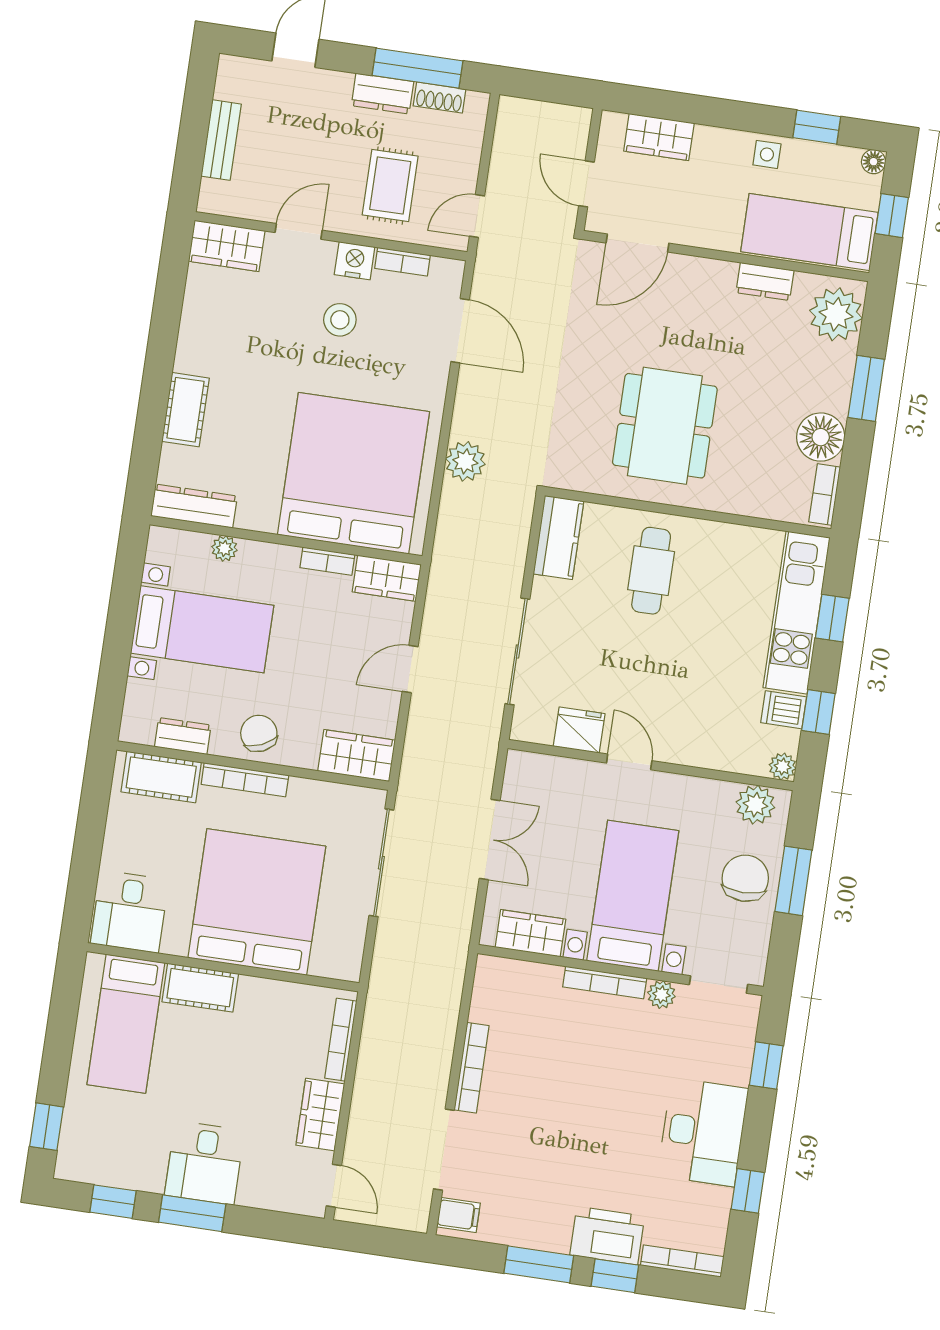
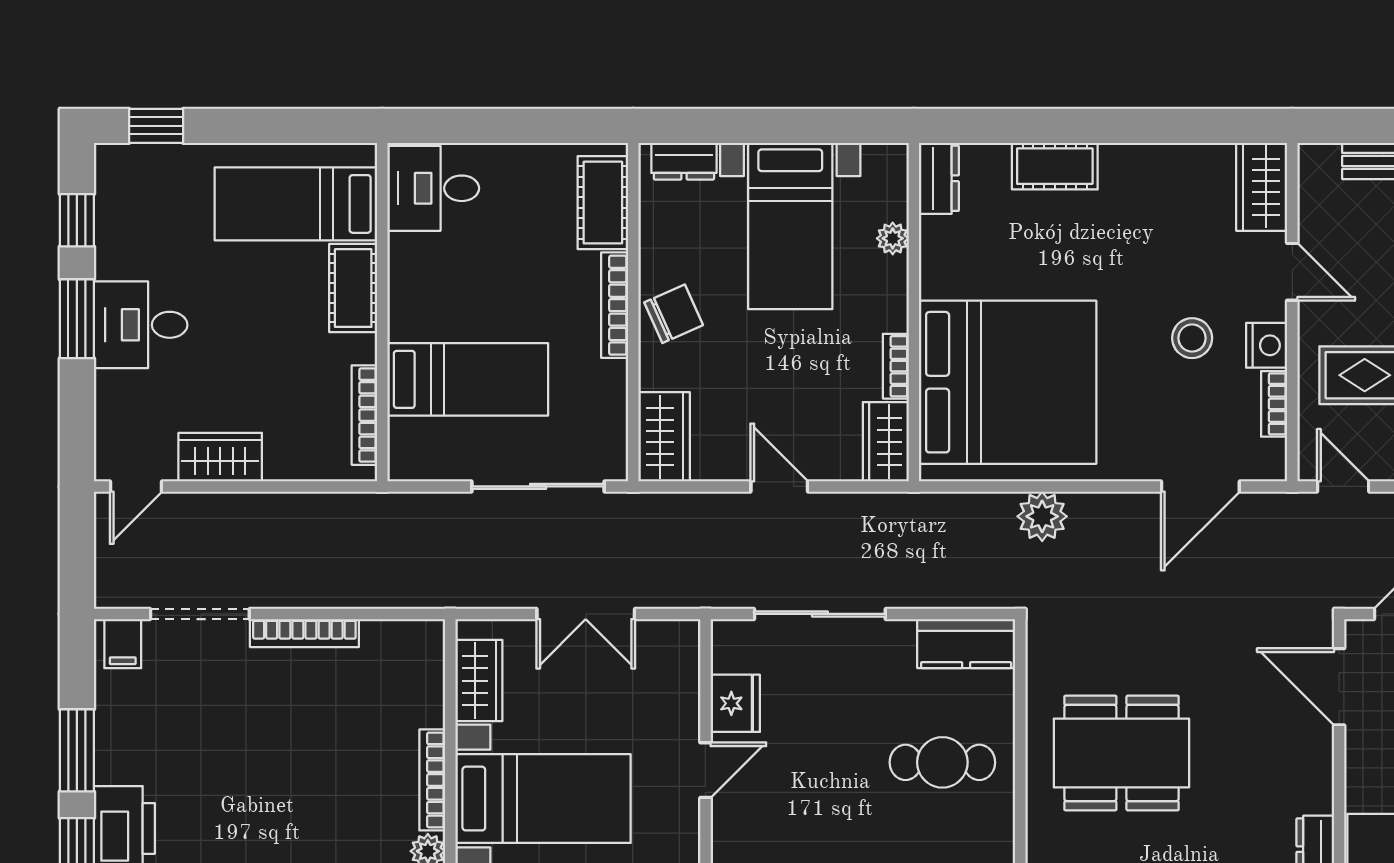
dresser: (194, 506) -> (939, 178), width x0.70
dresser: (183, 736) -> (684, 161), moved, turned 90
bed: (257, 902) -> (468, 379), width x0.49
bookcase: (341, 1040) -> (364, 415), moved, turned -90

